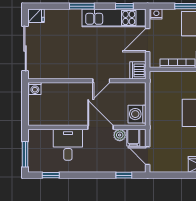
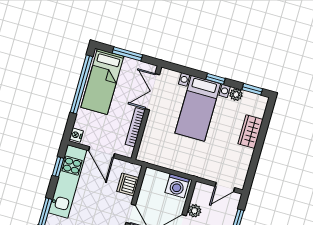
dishwasher: (138, 70) -> (128, 184), moved, turned 90
filing cabinet: (133, 138) -> (201, 197), removed

